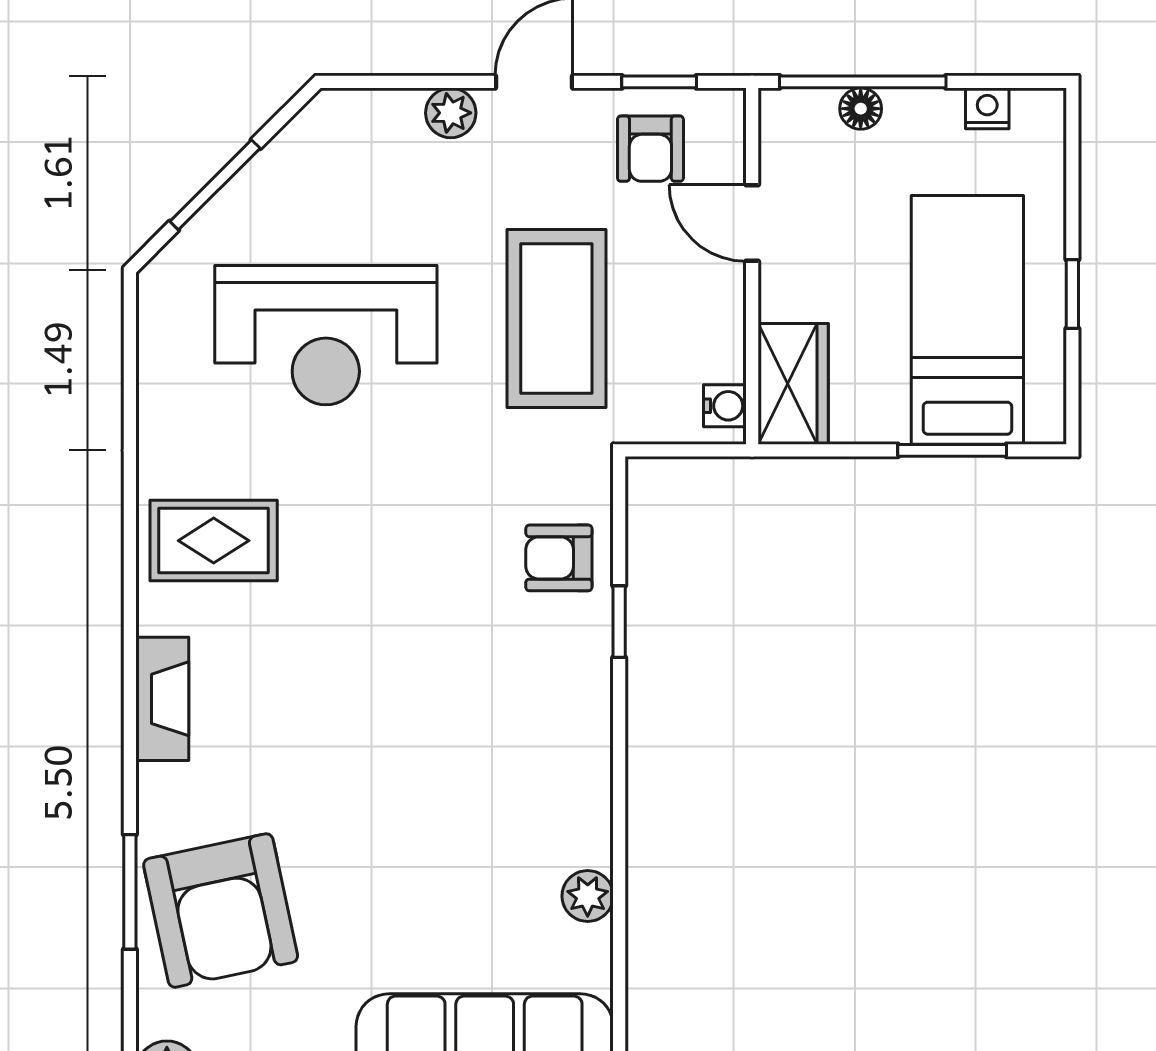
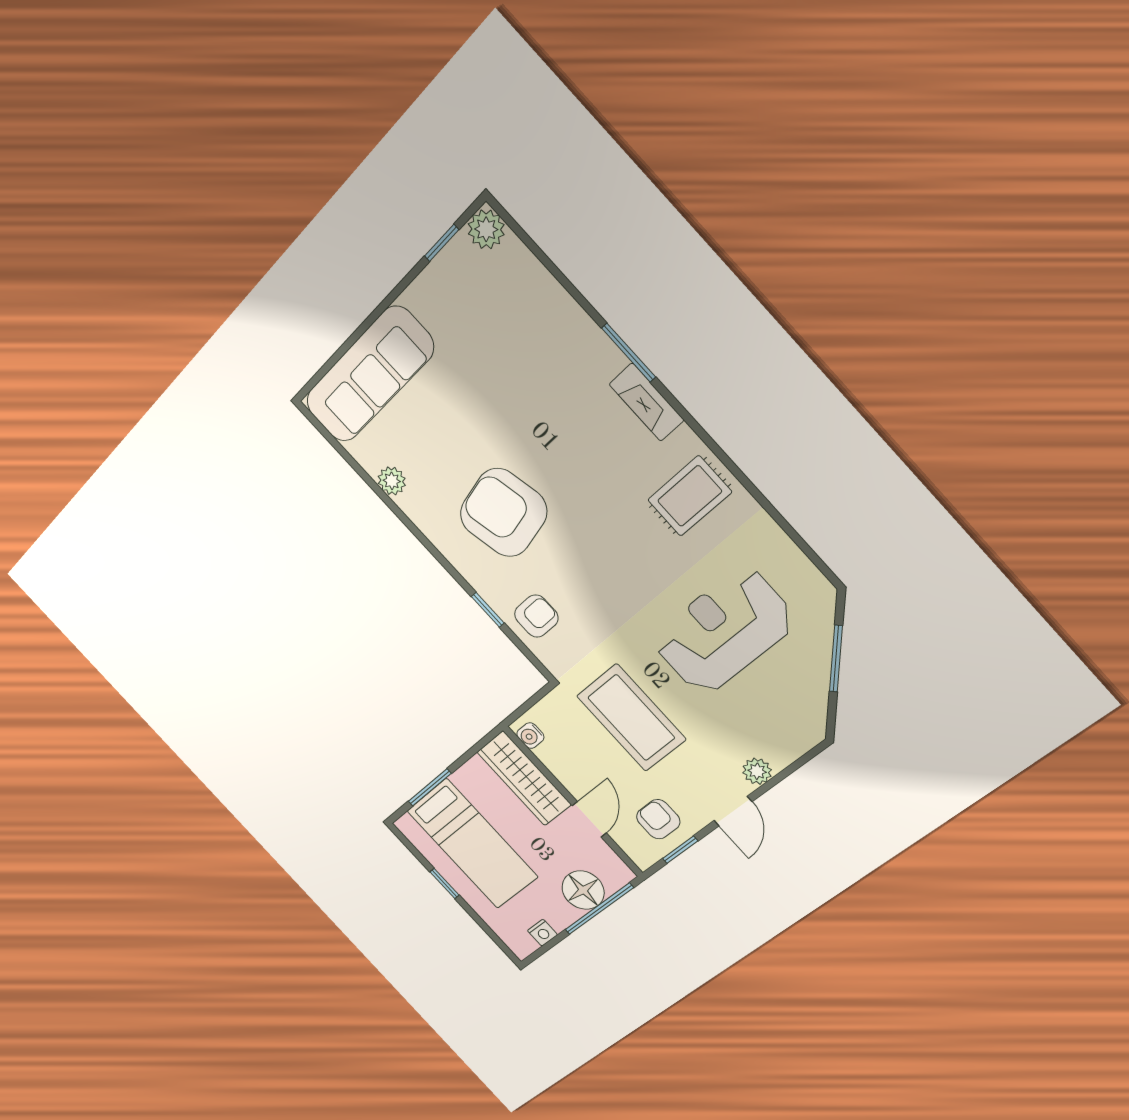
floor lamp: (861, 109) -> (583, 890), width x1.89, depth x1.89
door: (752, 223) -> (589, 819), hinge flipped
wardrobe: (793, 384) -> (524, 778), width x1.50
window: (130, 892) -> (629, 353), moved
armchair: (221, 910) -> (503, 513), moved

